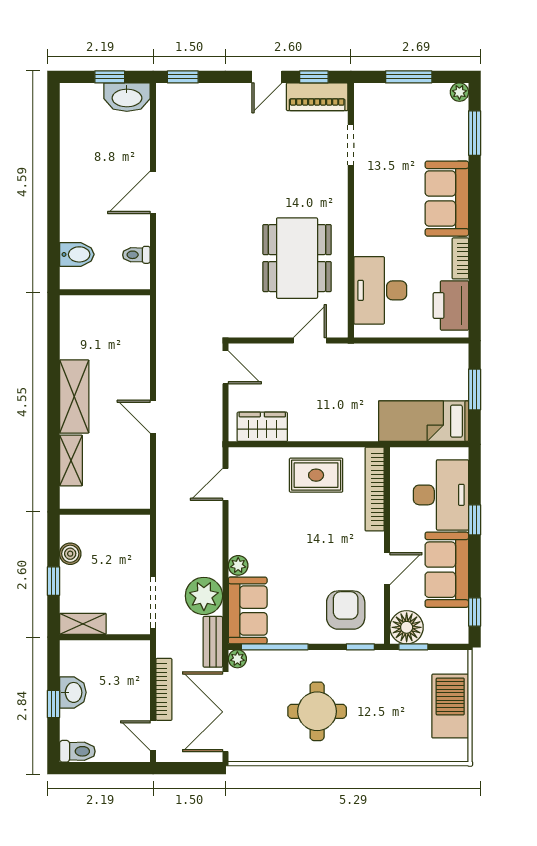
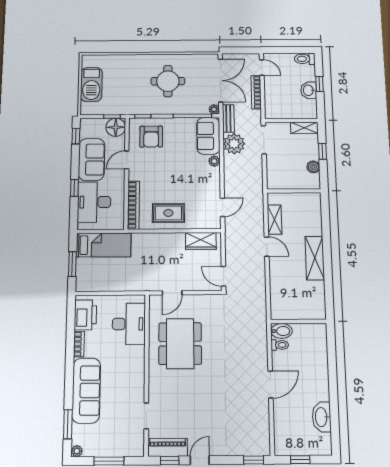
washbasin: (127, 97) -> (322, 417), moved, turned -90
sofa: (447, 199) -> (86, 390), width x1.36
bidet: (77, 254) -> (281, 331), moved, turned 180
shelving: (71, 461) -> (274, 220), moved

